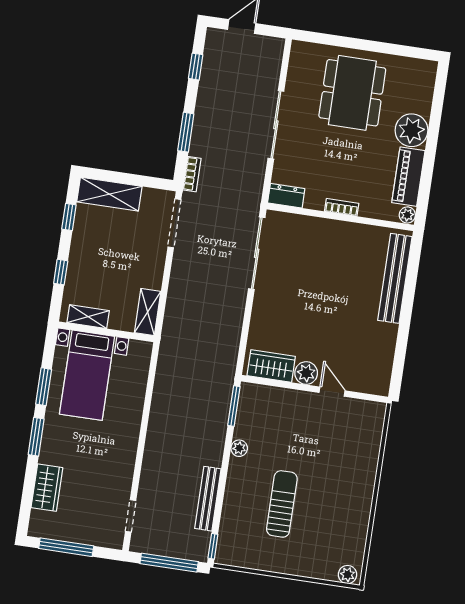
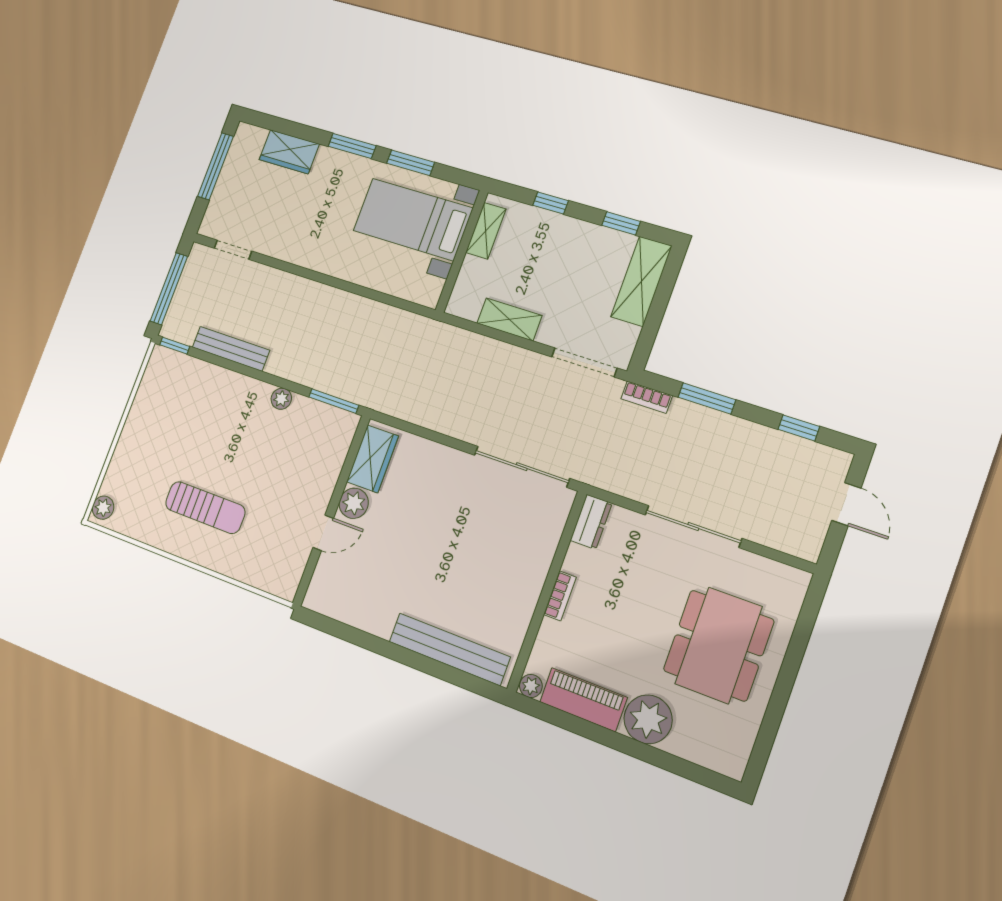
dining table: (352, 93) -> (719, 645), turned 90
shelving: (148, 312) -> (509, 319), moved
sun lounger: (282, 504) -> (205, 508), moved

